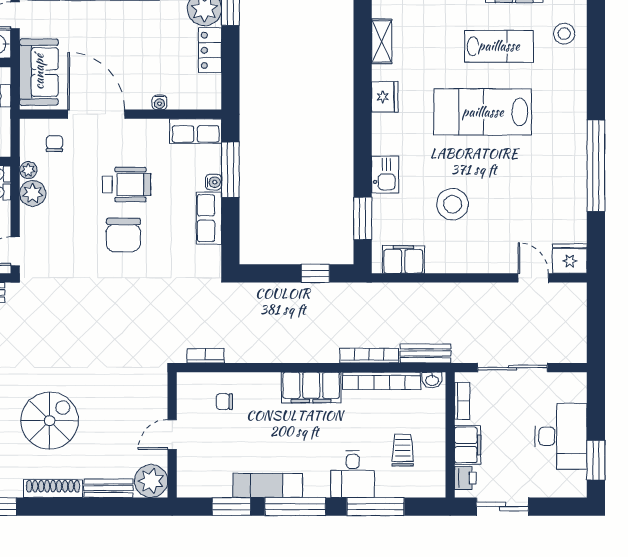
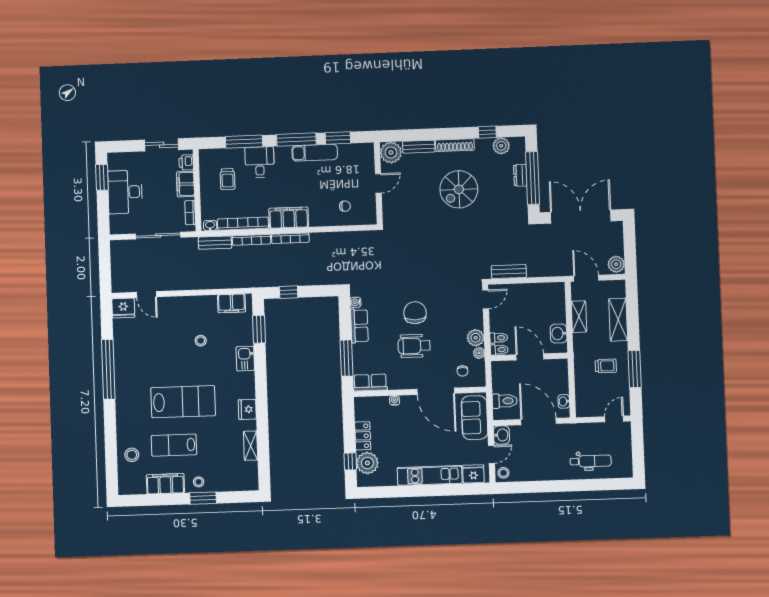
water cooler: (214, 182) -> (356, 302), moved
stool: (453, 204) -> (201, 341), width x0.53, depth x0.53
bookcase: (206, 356) -> (290, 238), moved, width x1.56

